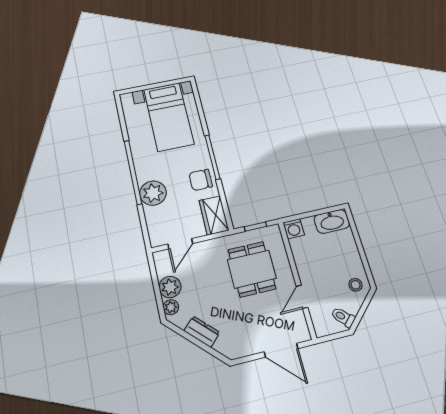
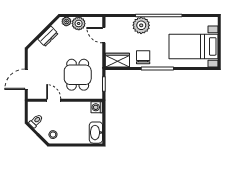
dining table: (252, 269) -> (78, 75), turned 90

